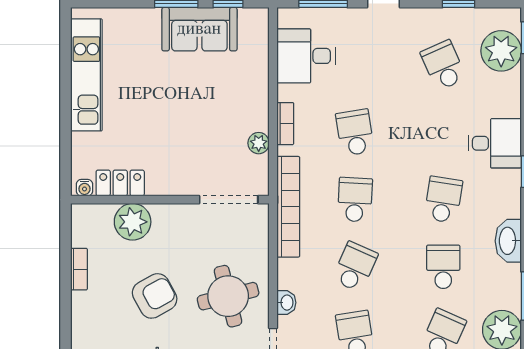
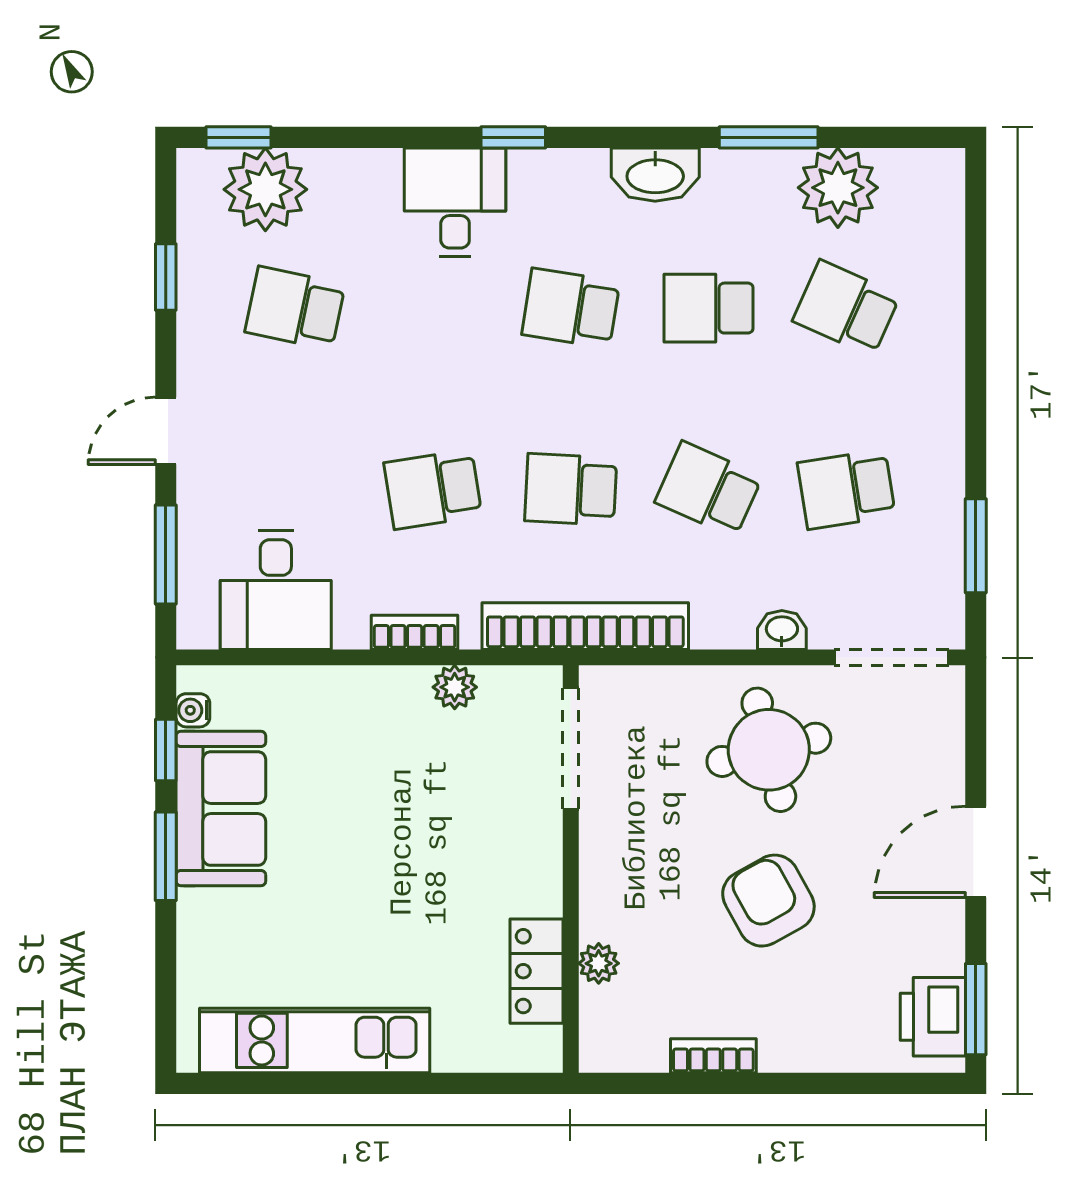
school desk: (443, 65) -> (295, 308), turned 36
water cooler: (84, 188) -> (193, 710), moved, turned 180
plant: (133, 222) -> (599, 963), width x0.53, depth x0.53

